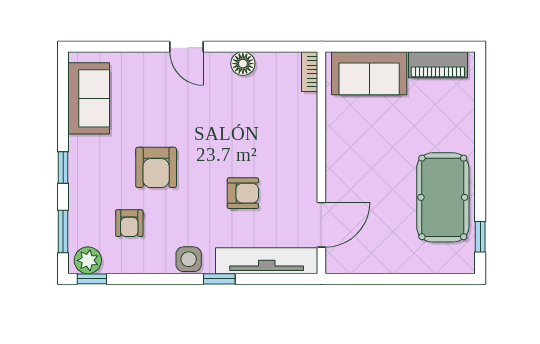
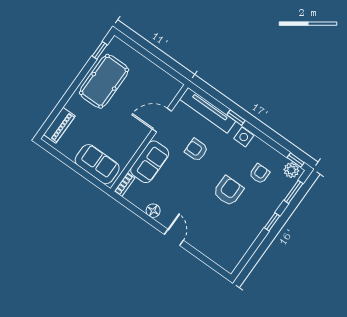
piano: (438, 65) -> (59, 125), moved, turned 90
sofa: (89, 98) -> (150, 162), moved, turned 180
door: (321, 225) -> (162, 120), moved

